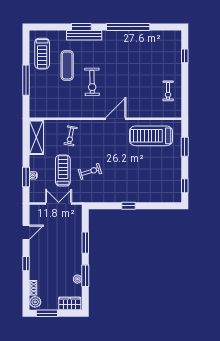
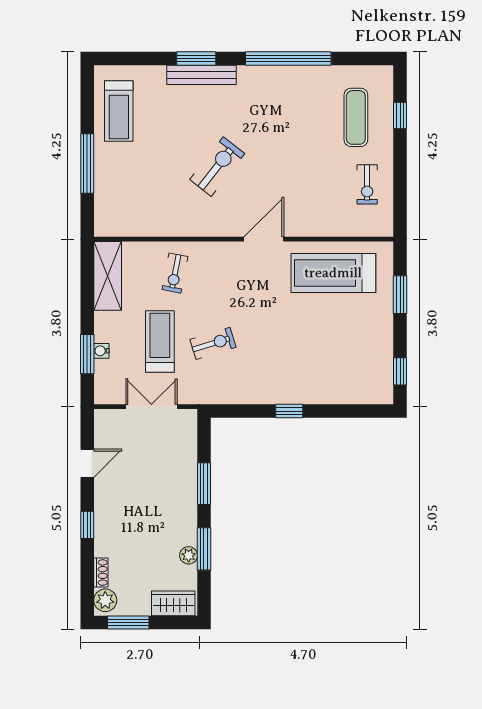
exercise mat: (67, 65) -> (356, 117), moved
exercise bike: (92, 82) -> (217, 167), turned -141

